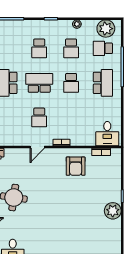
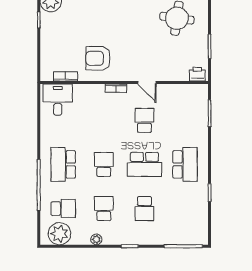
school desk: (39, 48) -> (144, 209), turned 180
door: (37, 147) -> (147, 83), swing flipped
armchair: (76, 166) -> (98, 58), turned -90

